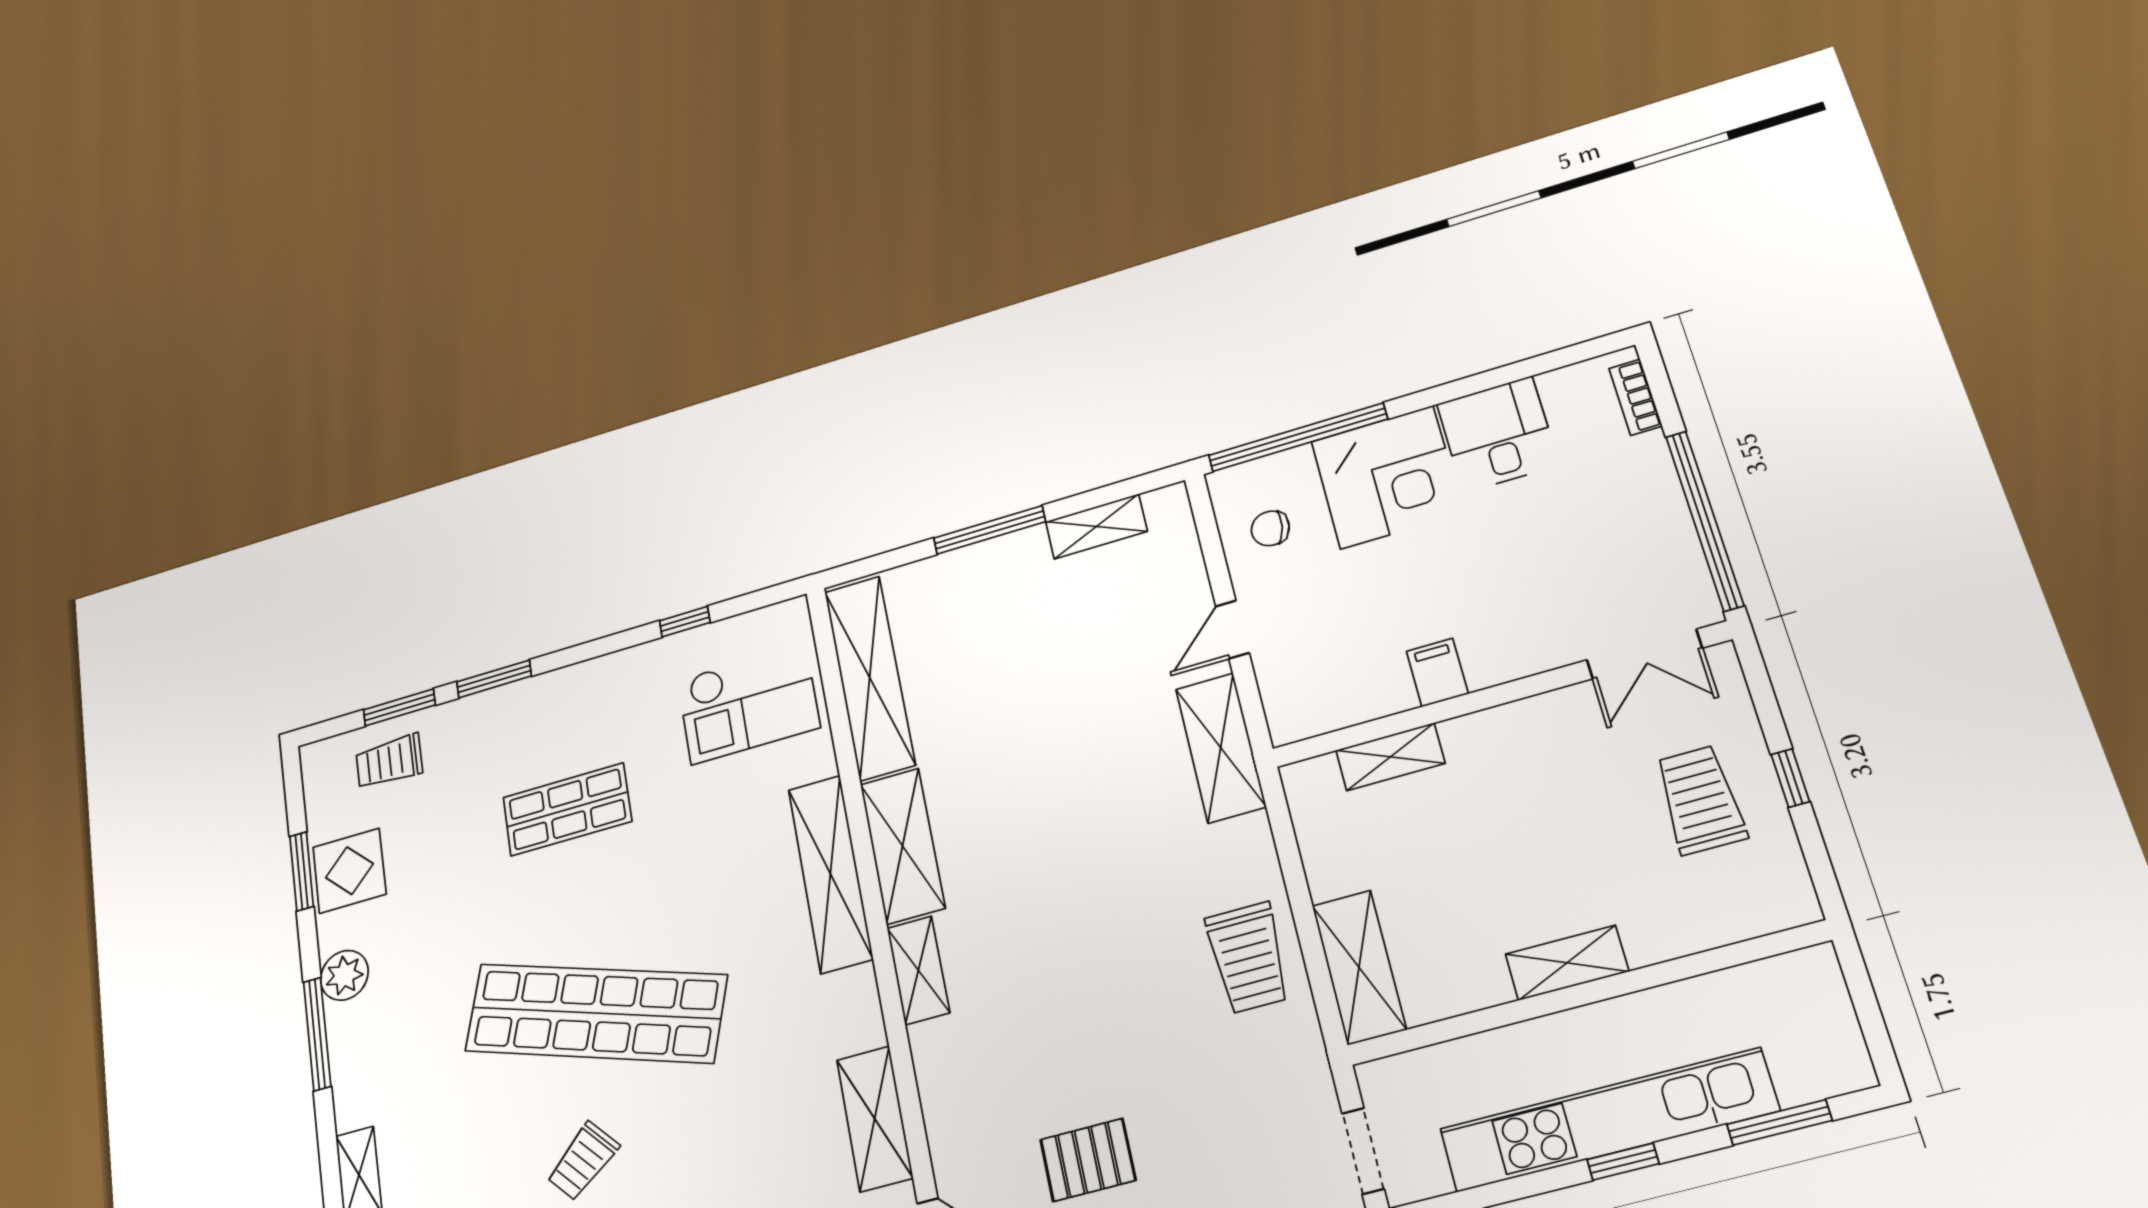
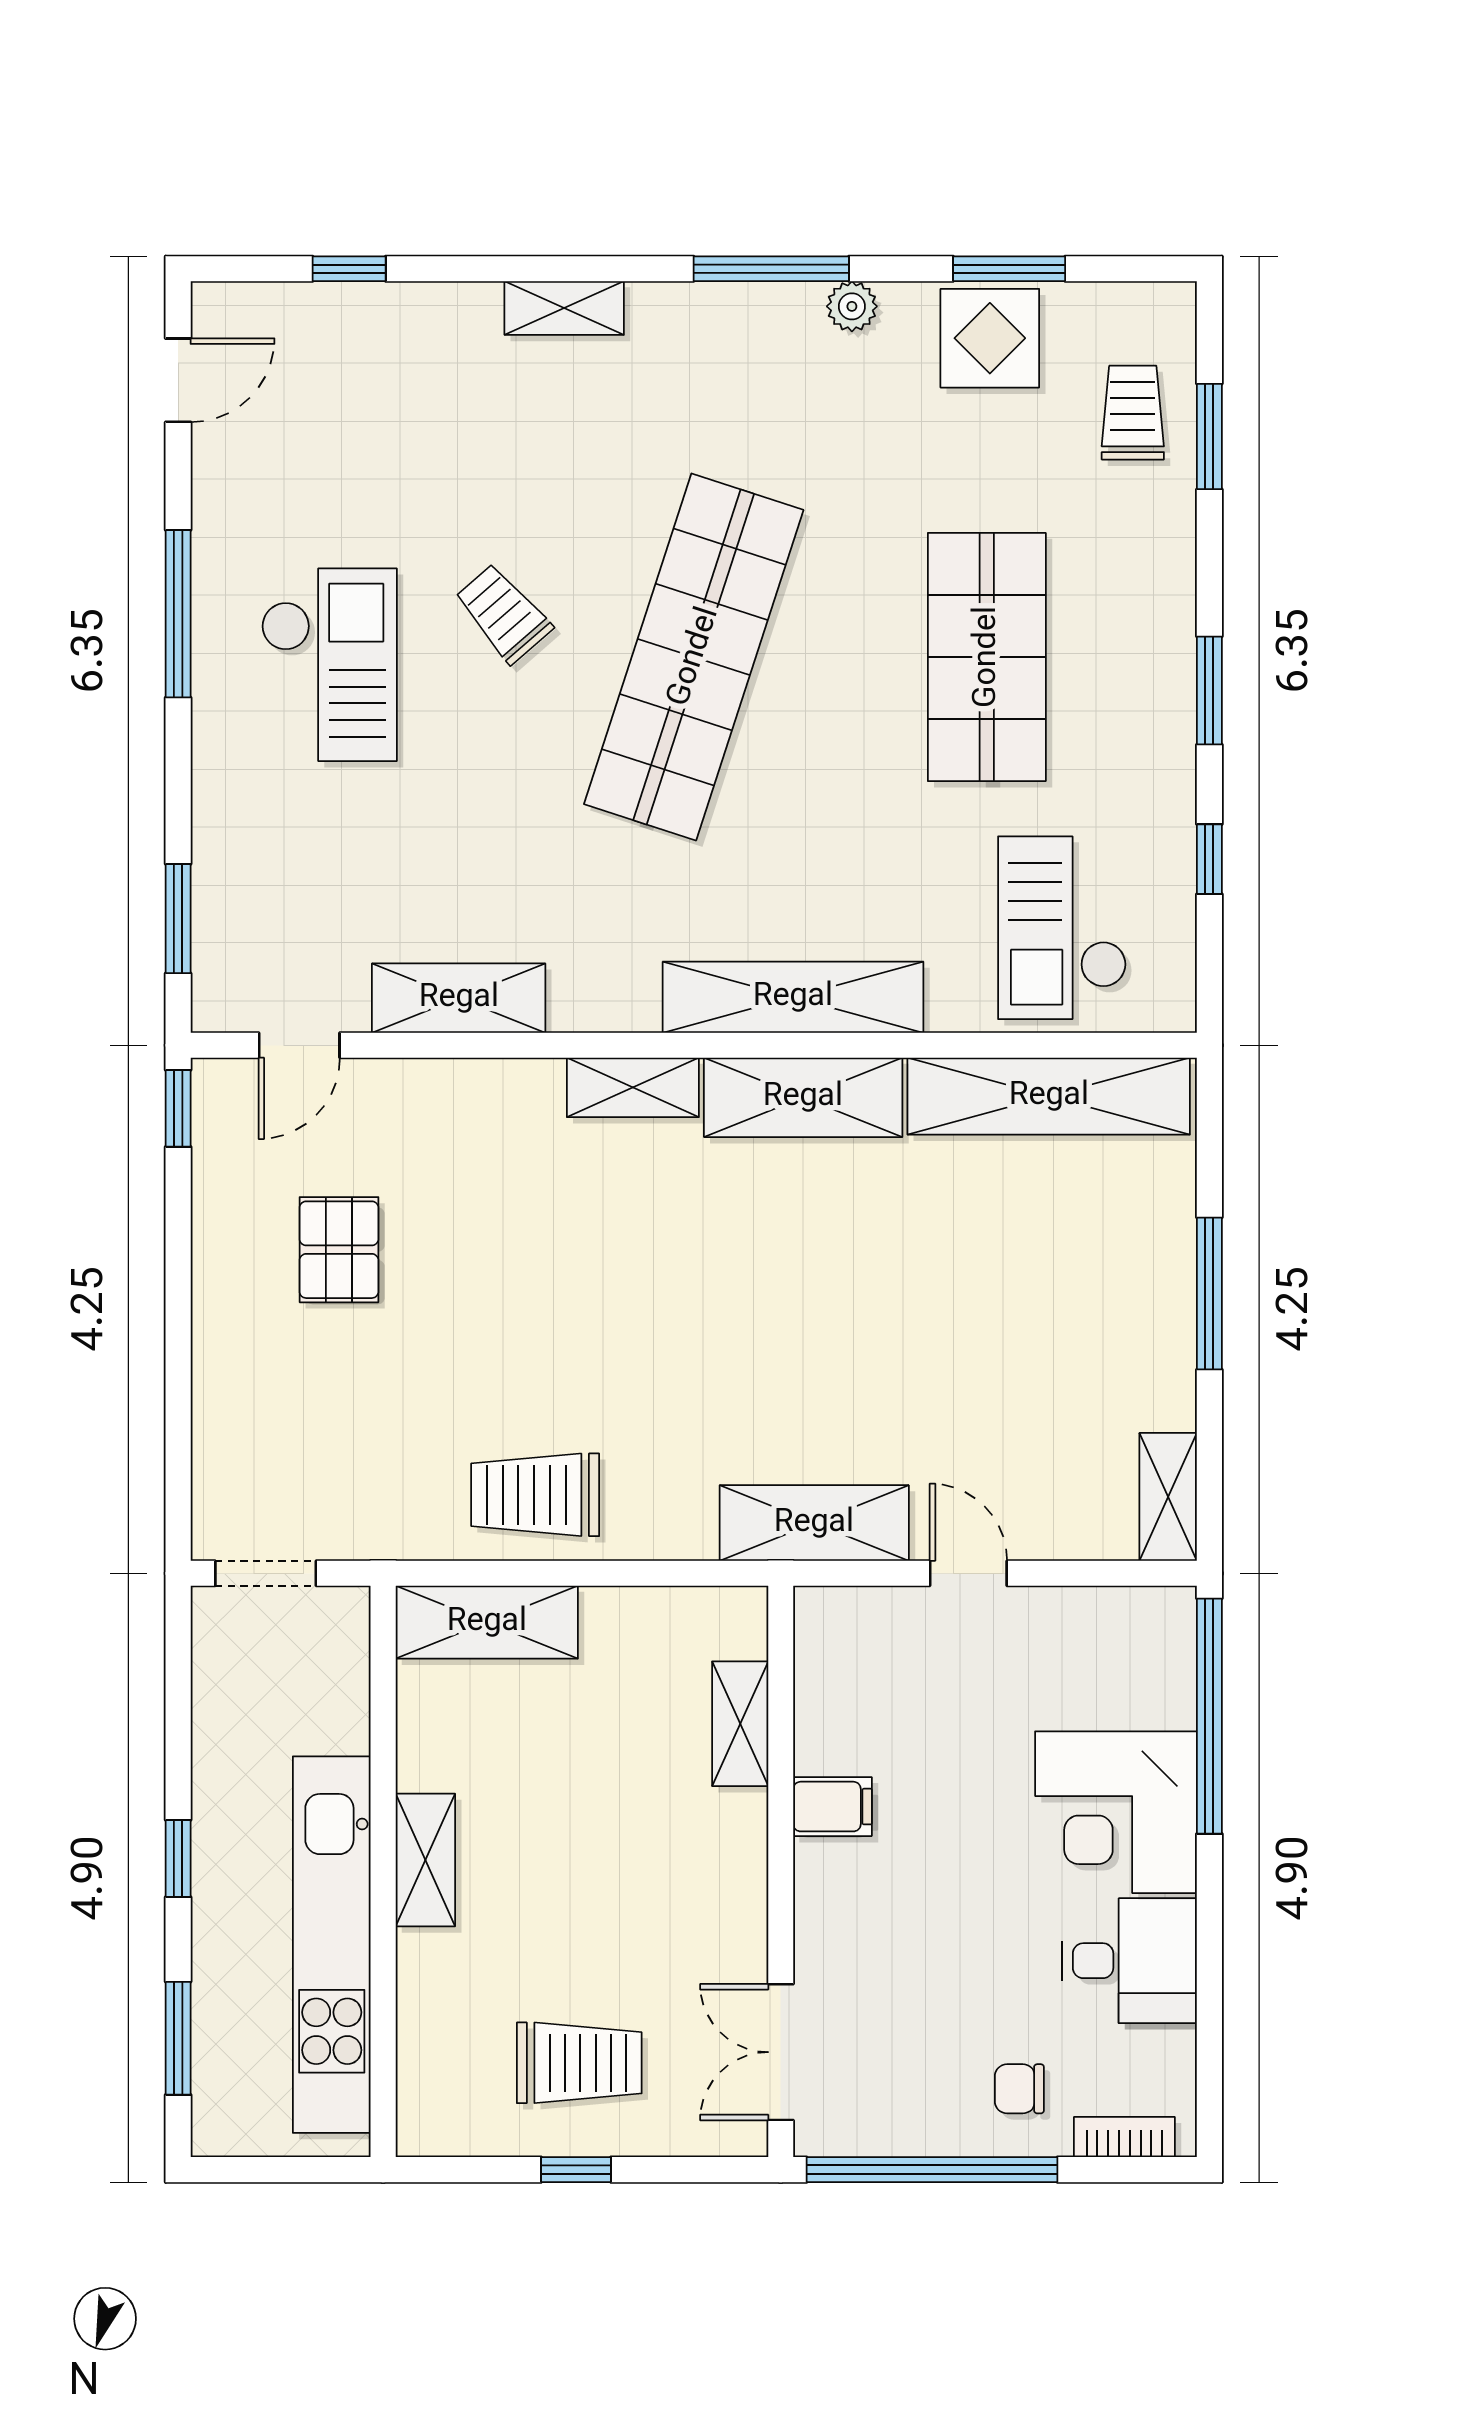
shelving: (1096, 526) -> (1168, 1497), moved
chair: (1270, 528) -> (1019, 2089), moved, turned -100
window: (494, 679) -> (1209, 690), moved
shop shelf: (567, 809) -> (987, 657), width x1.43, depth x1.36
plant: (344, 975) -> (852, 306), width x0.73, depth x0.73
kitchen unit: (1608, 1120) -> (332, 1945), moved, turned 180

